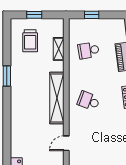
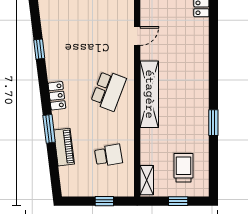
shelving: (59, 49) -> (147, 180), moved
school desk: (89, 101) -> (108, 90), width x1.85

